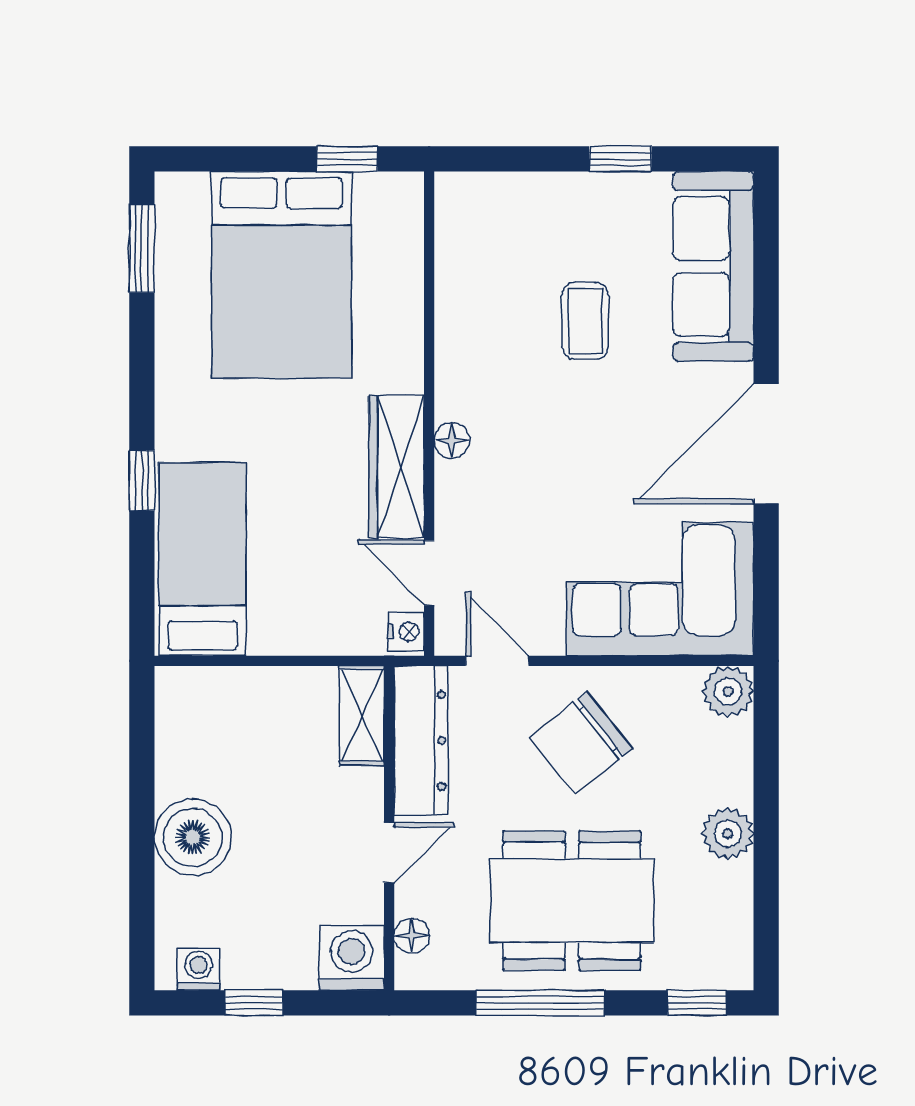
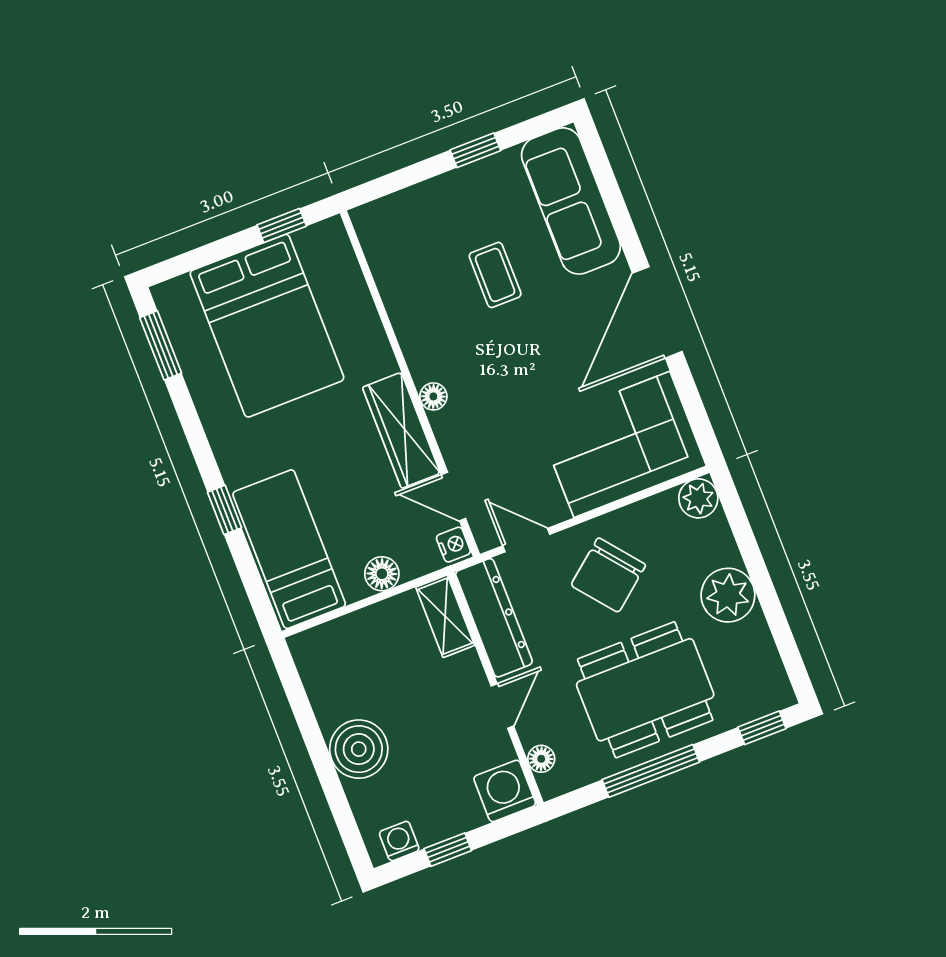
floor lamp: (304, 633) -> (382, 574), added
plant: (728, 834) -> (728, 595), width x1.36, depth x1.36

